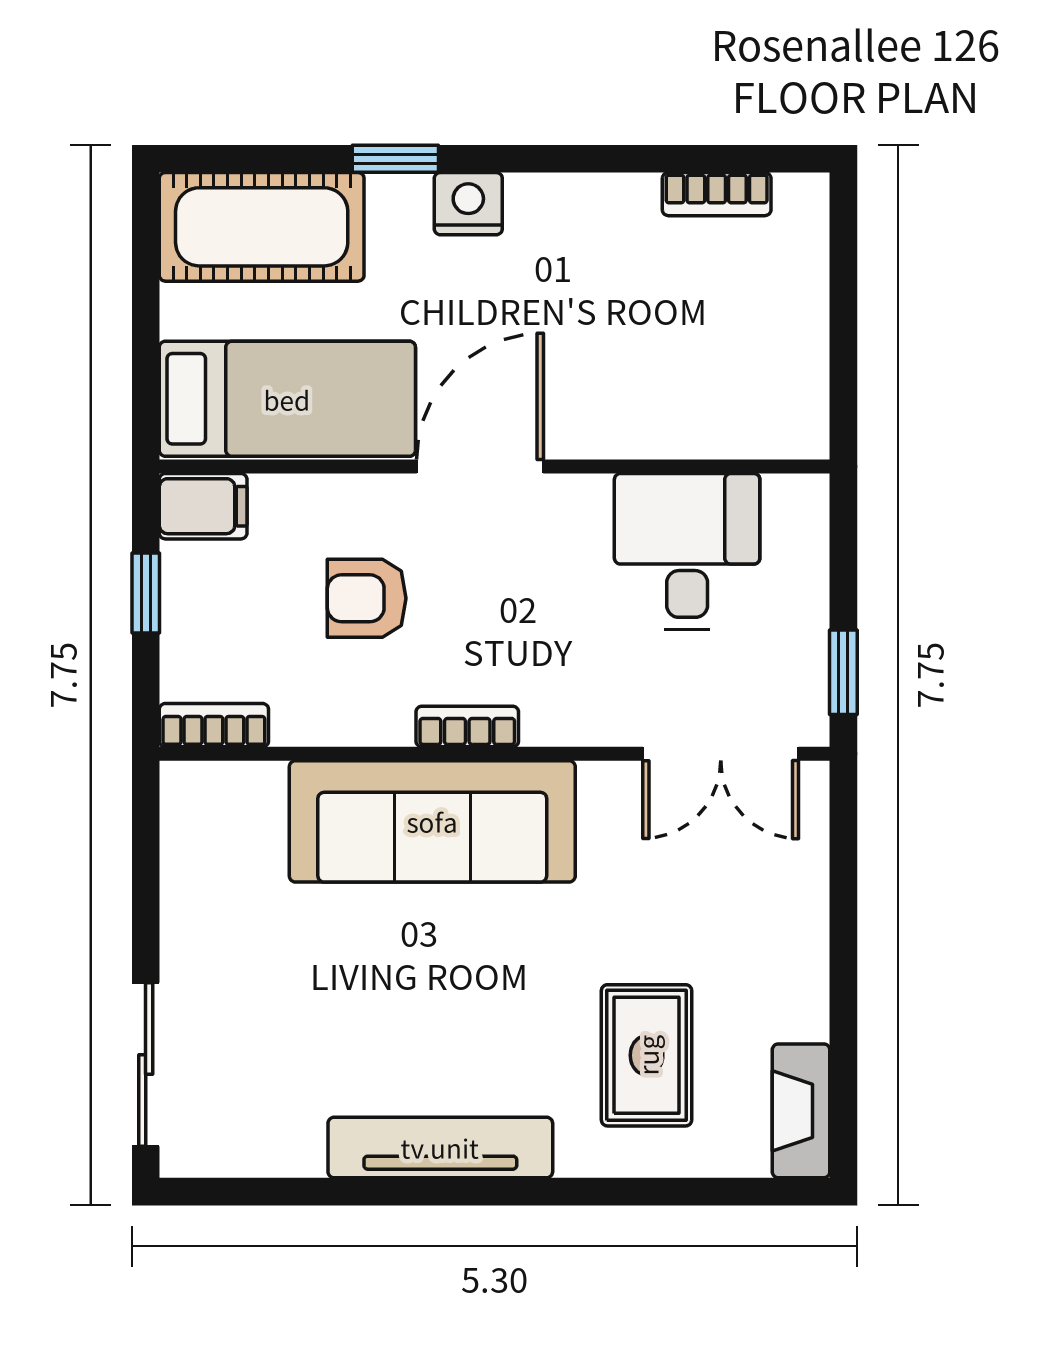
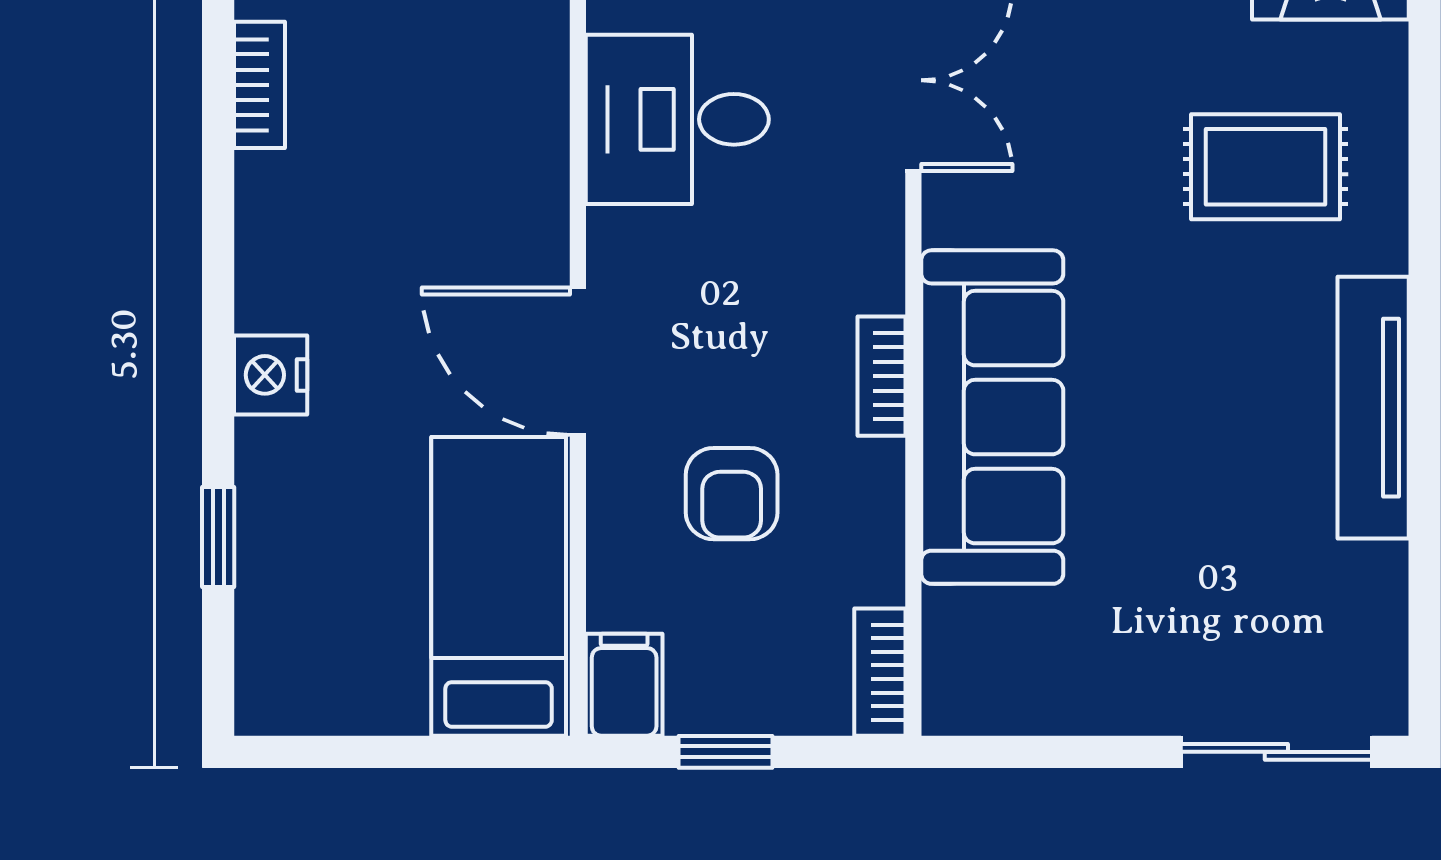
window: (395, 159) -> (218, 537), moved
cot: (262, 227) -> (298, 616), removed

